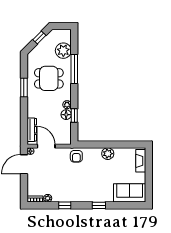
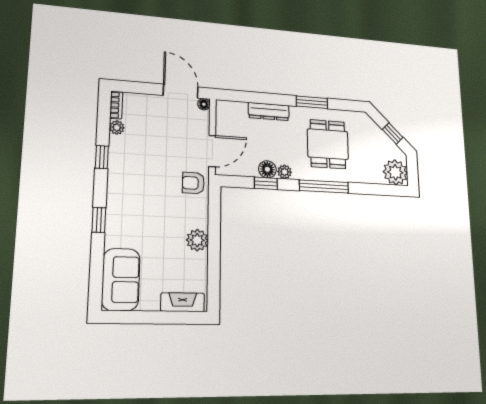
plant: (63, 51) -> (395, 172), moved
window: (74, 69) -> (324, 186), moved
dresser: (32, 130) -> (269, 111), moved
door: (46, 146) -> (212, 151), moved

